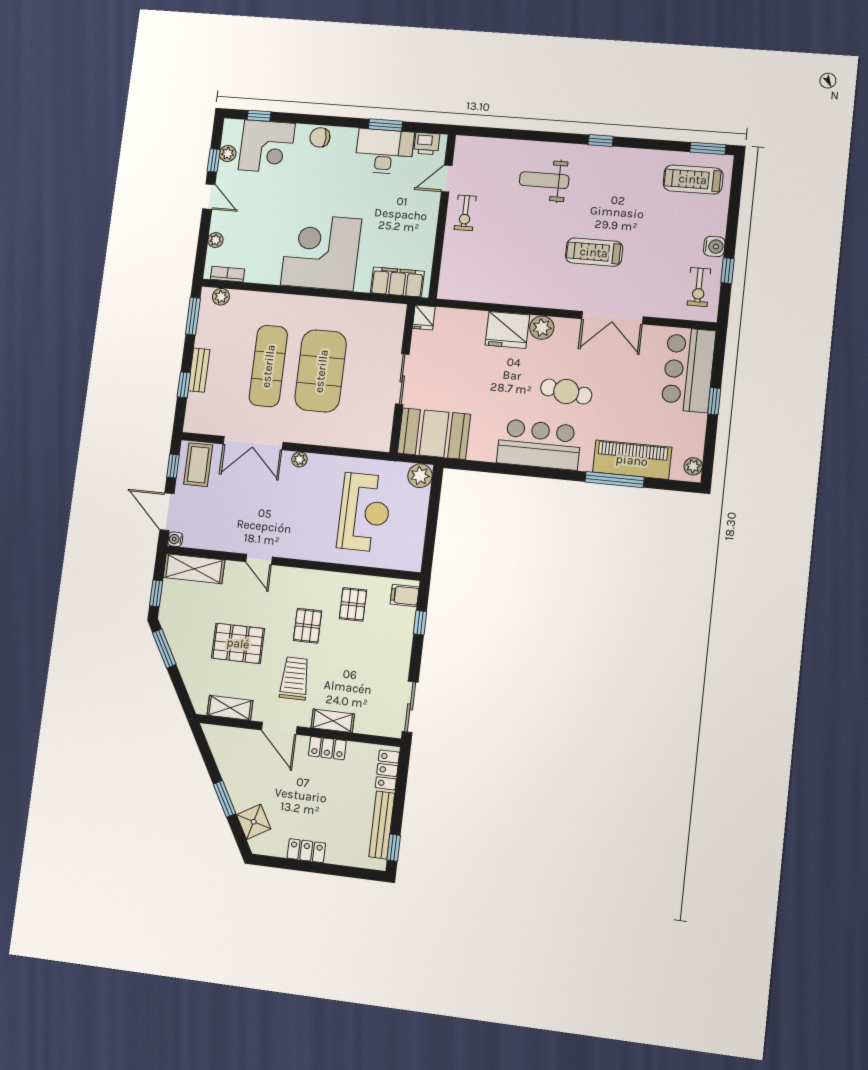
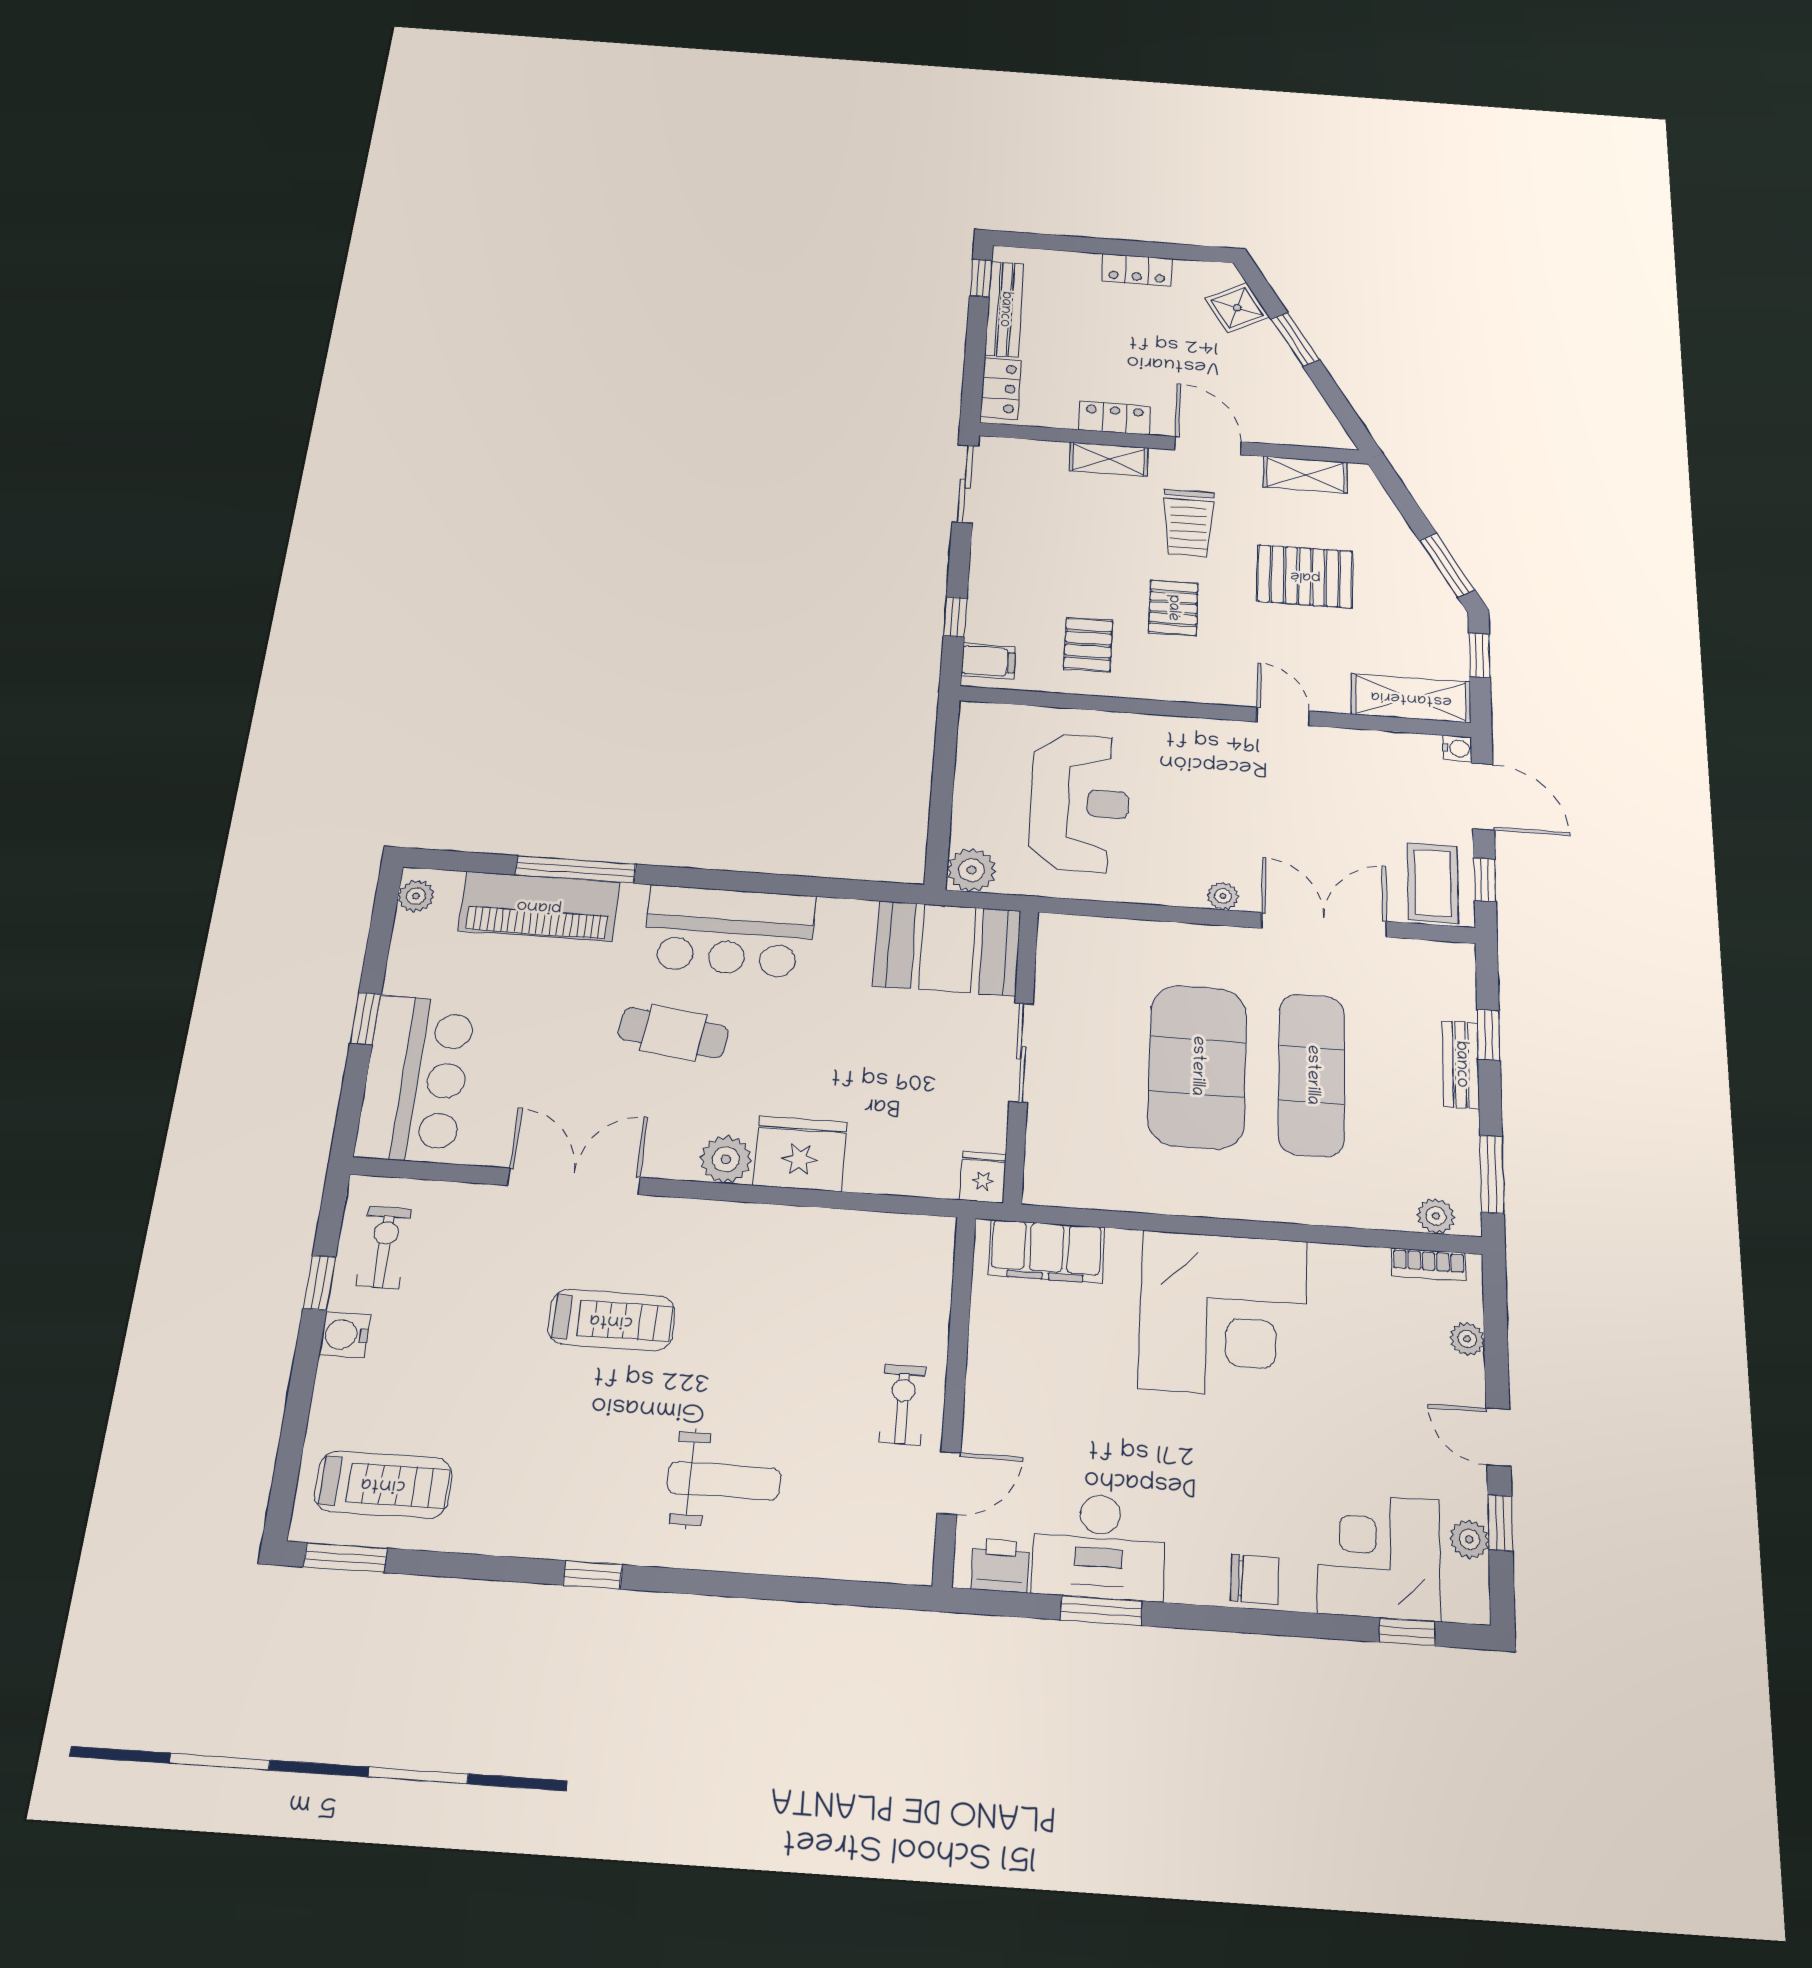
reception desk: (364, 512) -> (1080, 802), turned 180

